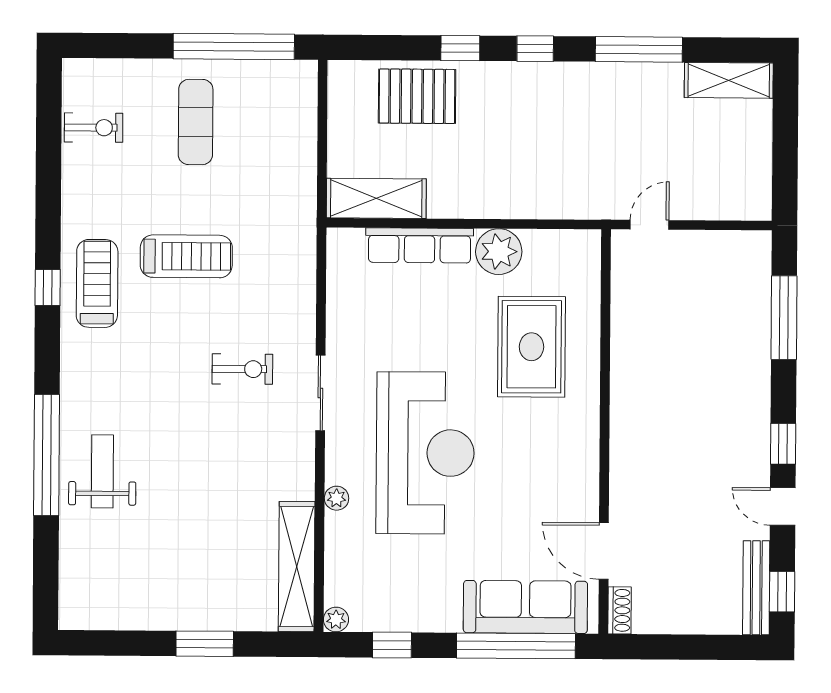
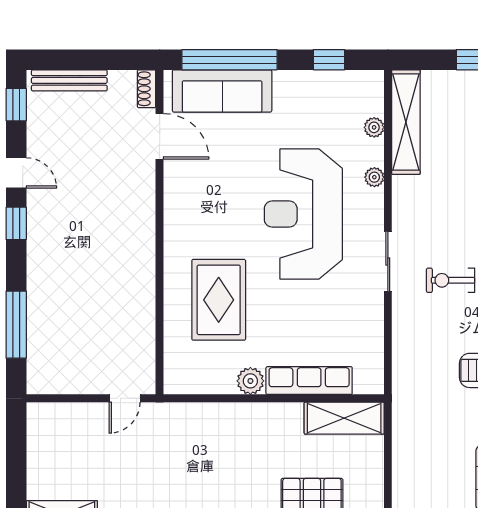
plant: (499, 252) -> (250, 381), width x0.73, depth x0.73
bench: (756, 588) -> (69, 80), moved, turned 90
plant: (336, 620) -> (374, 127), moved

